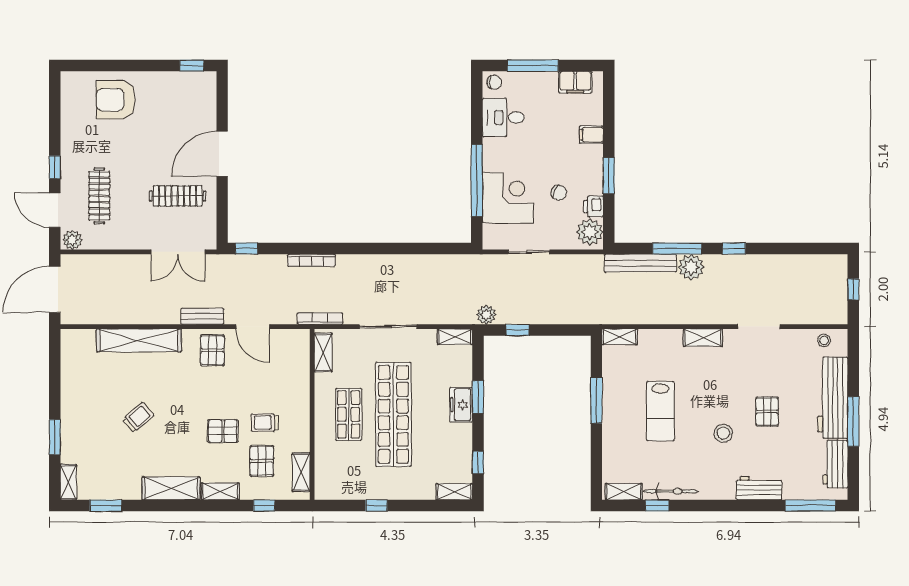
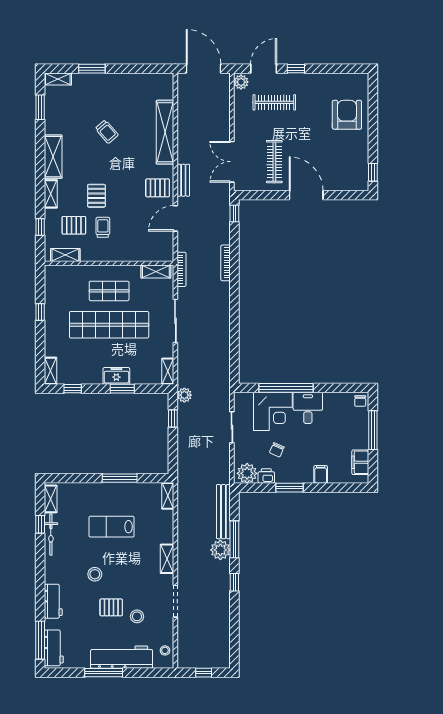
desk: (503, 117) -> (308, 408), moved
stool: (779, 377) -> (137, 616), added
workbench: (835, 464) -> (54, 648), moved, turned 90

